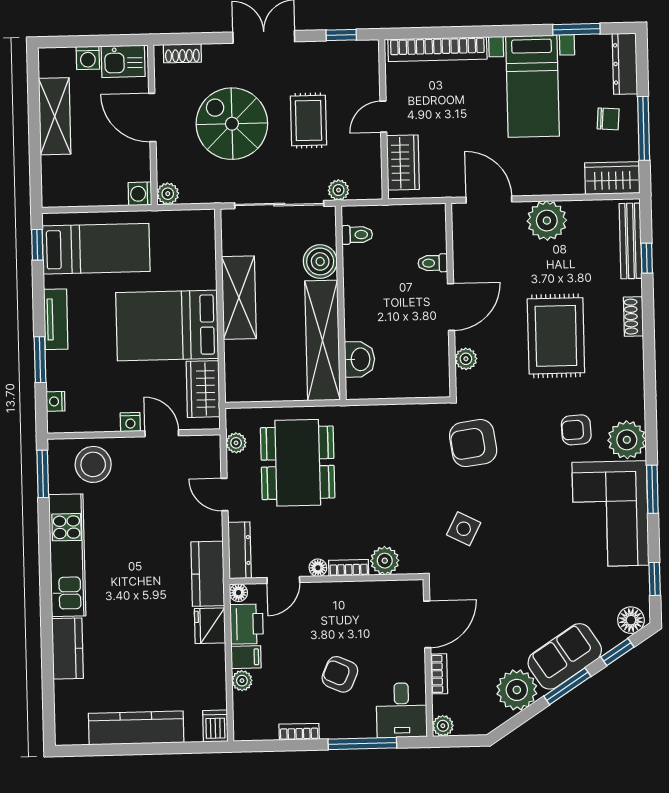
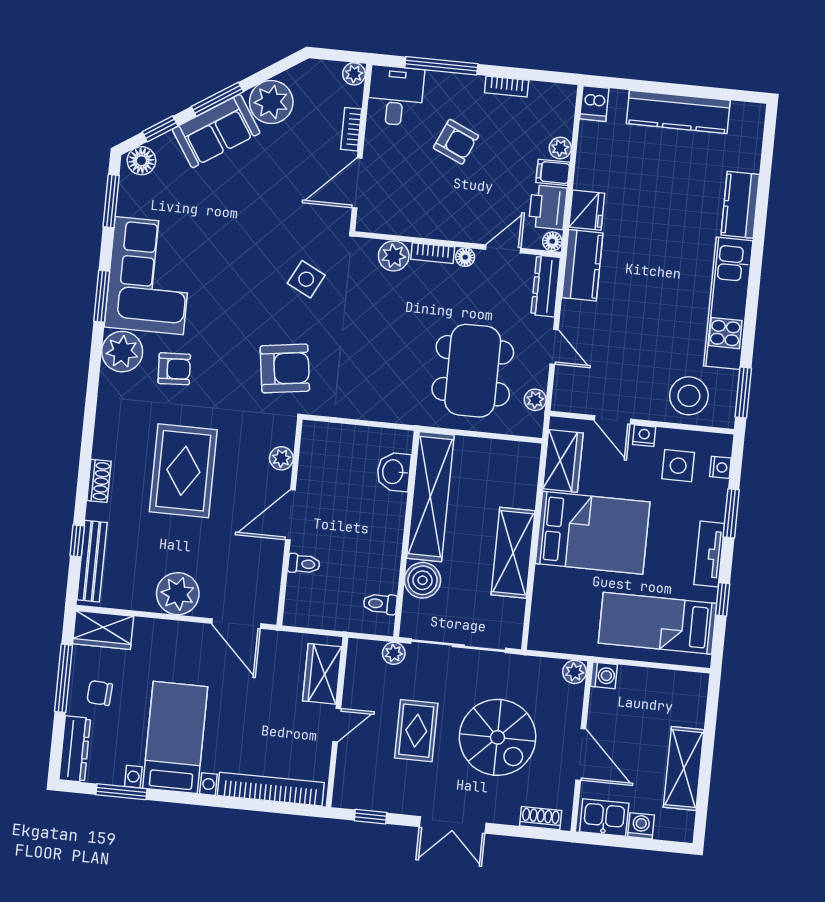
window: (37, 245) -> (723, 599), moved
side table: (95, 398) -> (678, 466), added
window: (655, 579) -> (111, 201), width x1.50

